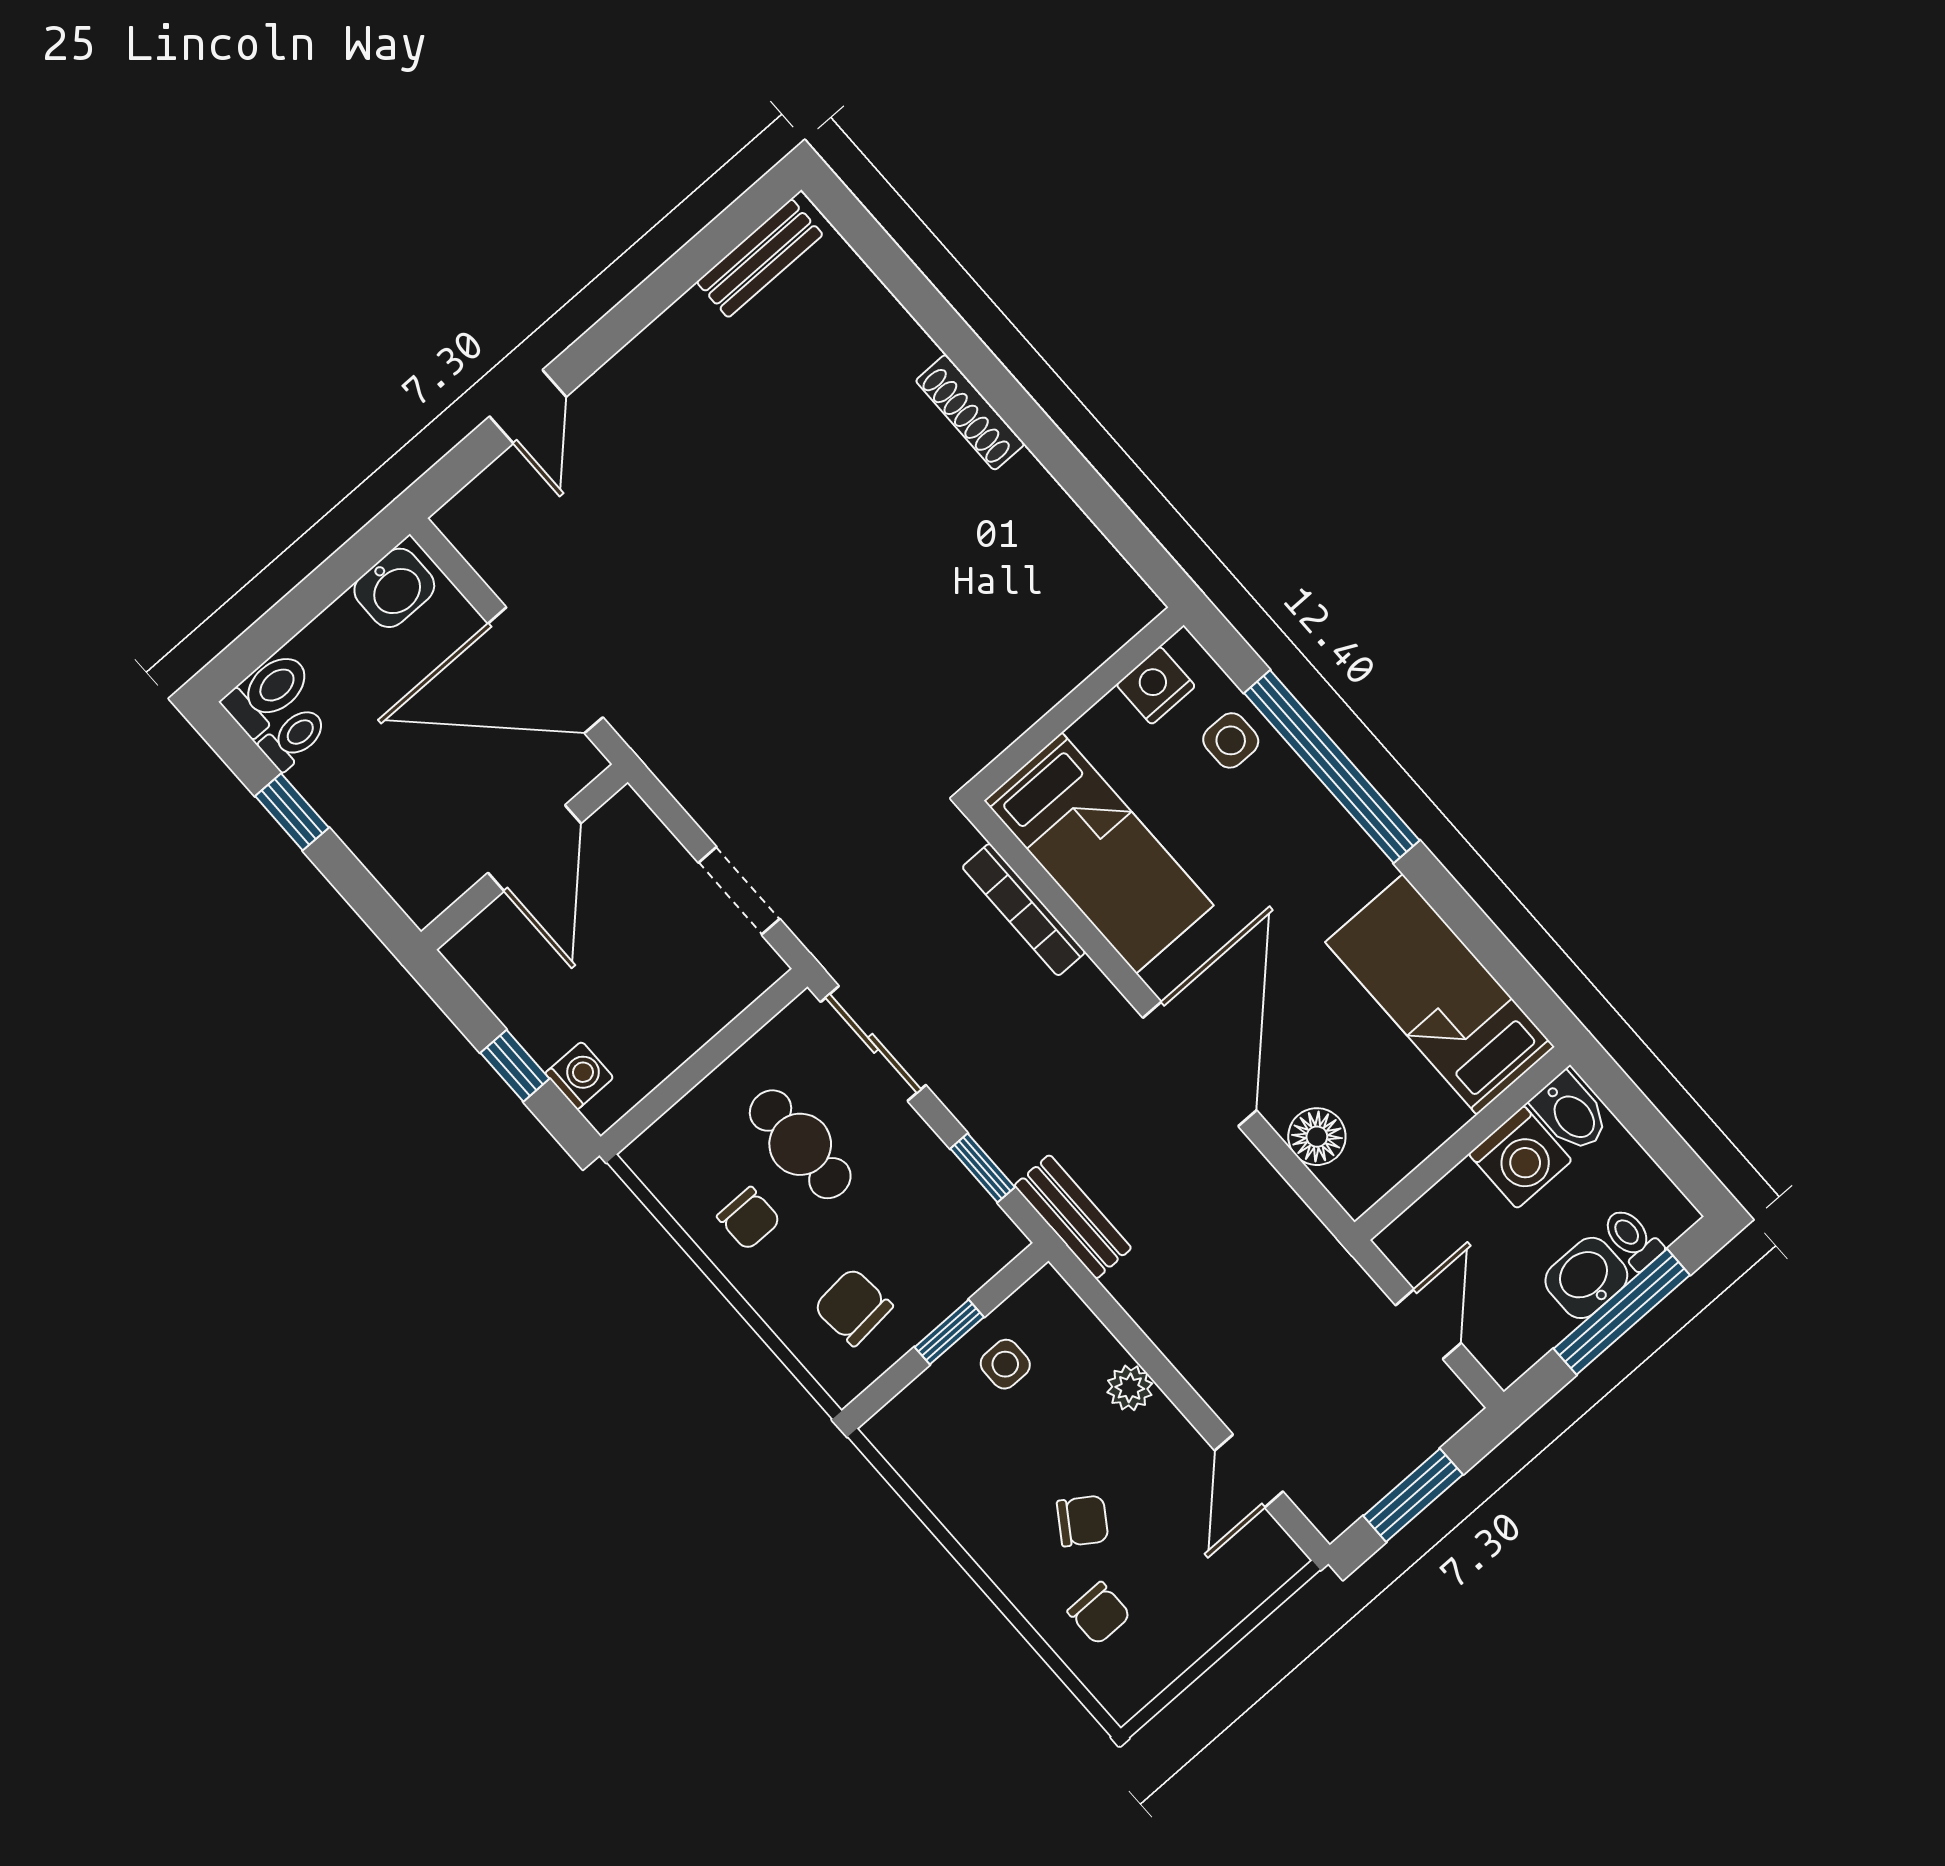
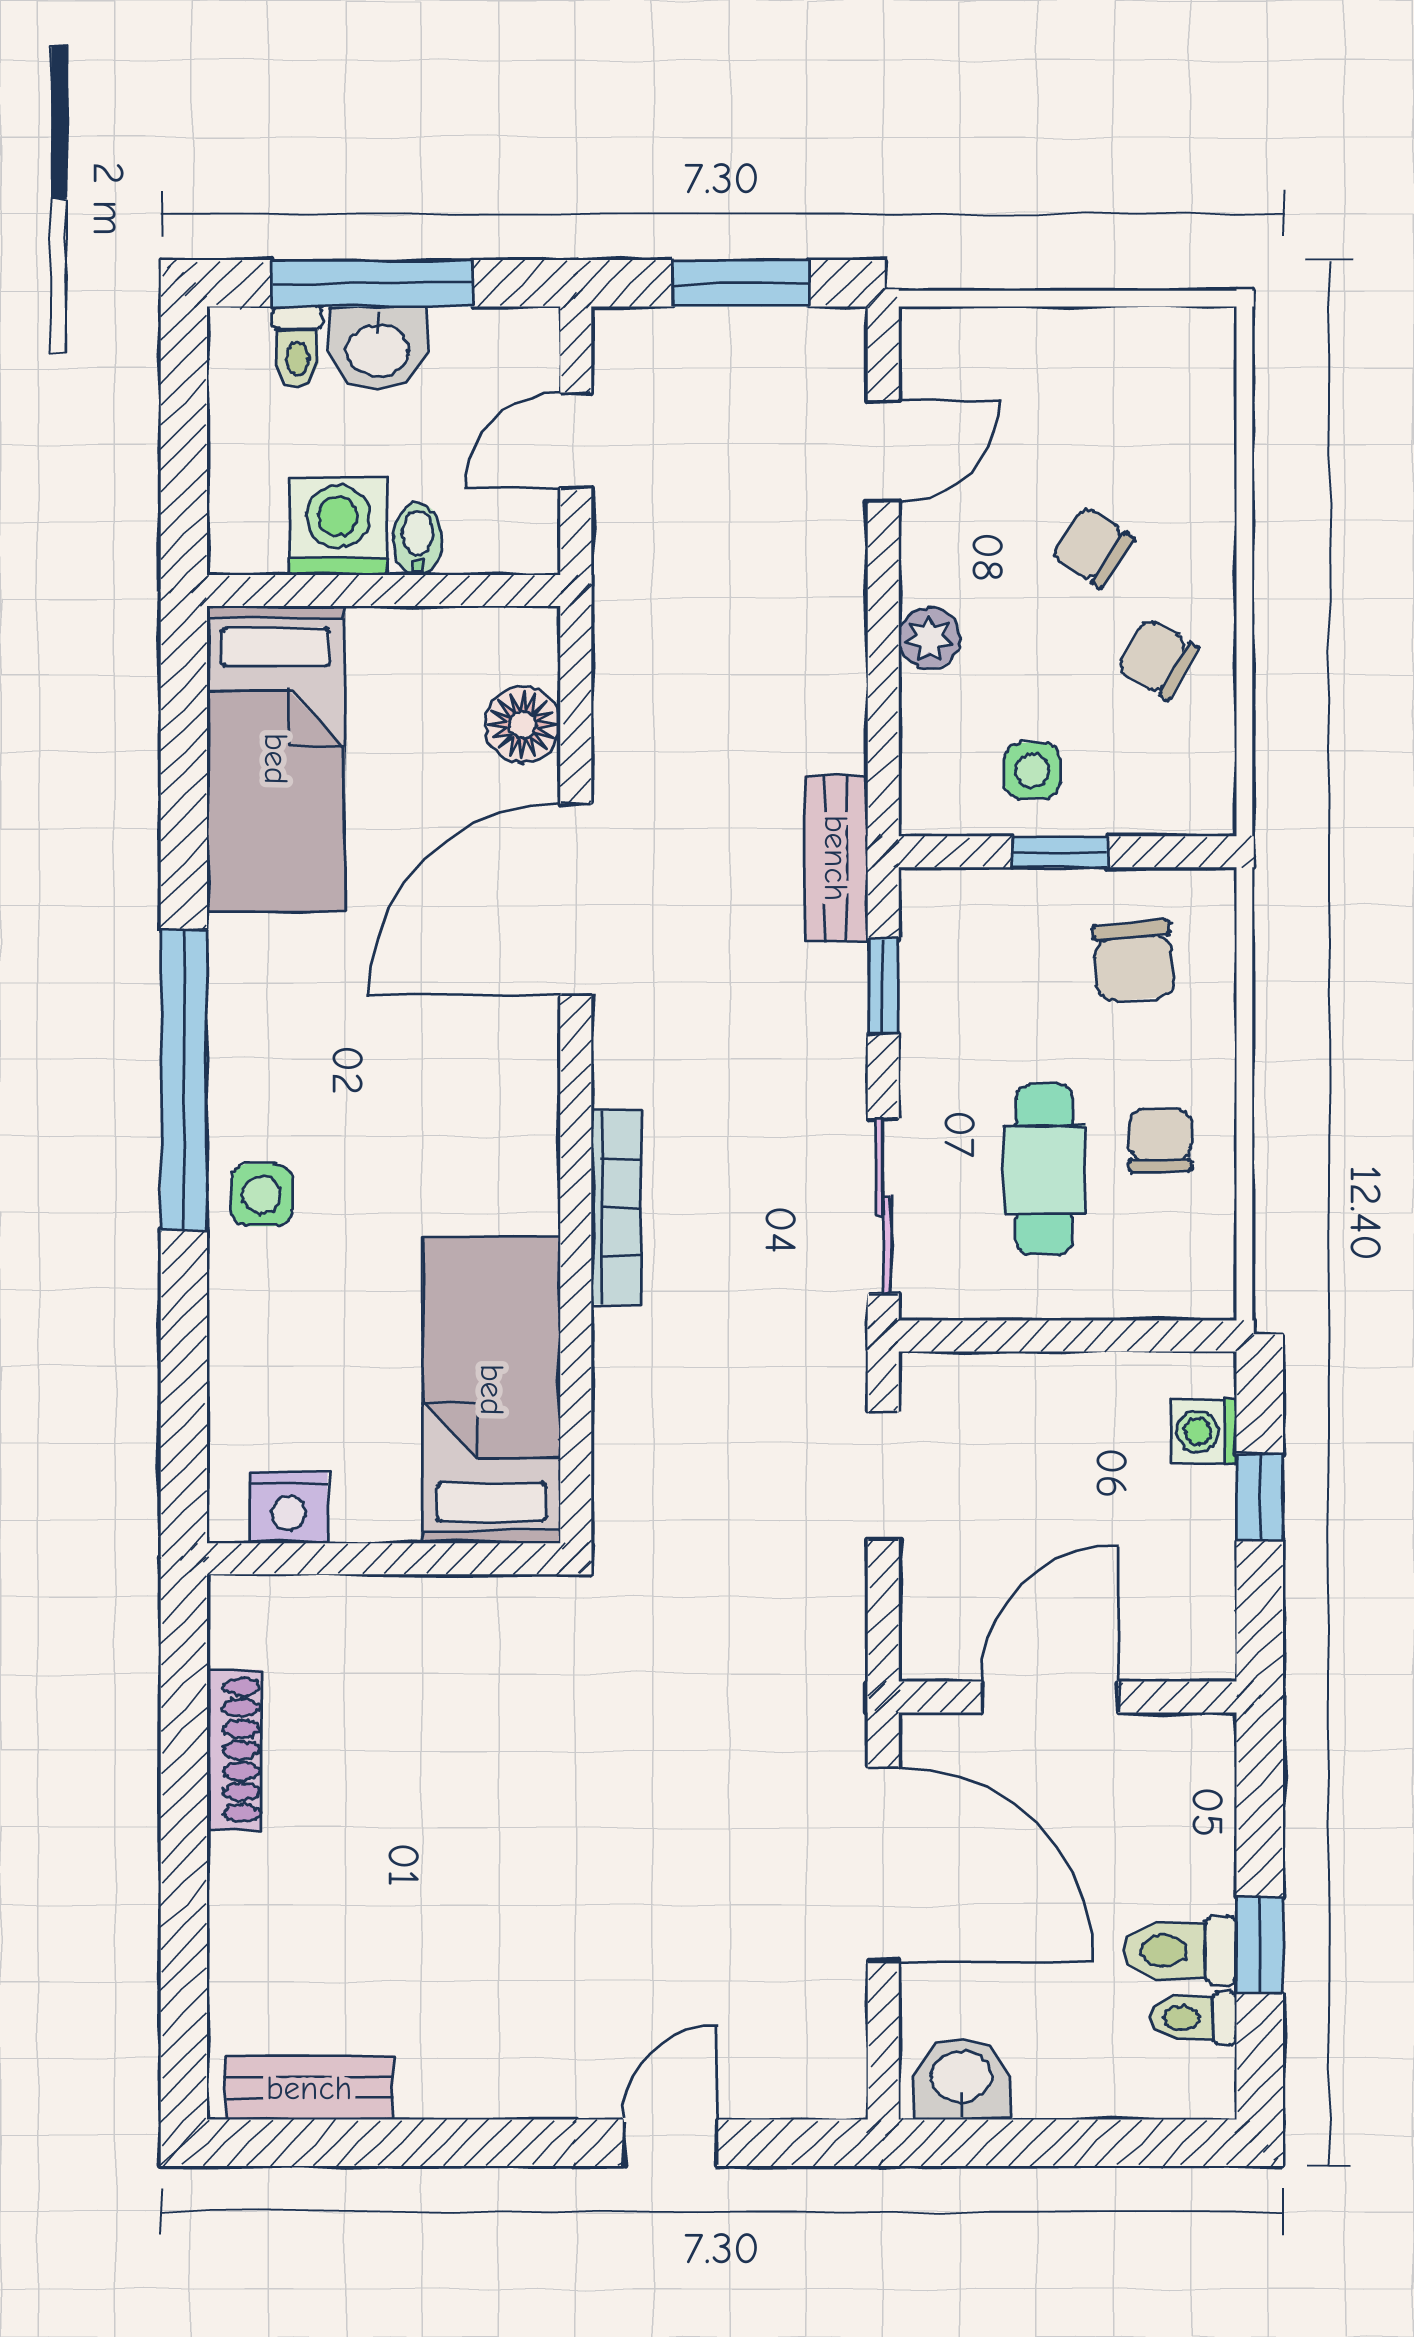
nightstand: (1156, 685) -> (288, 1507), moved
toilet: (268, 693) -> (1180, 1950), moved
wall: (1076, 704) -> (384, 1559), moved
bed: (1099, 853) -> (492, 1390), moved
bidet: (1571, 1113) -> (418, 539), moved, width x0.72, depth x0.74
chair: (1099, 1613) -> (1158, 659), moved, turned -60

